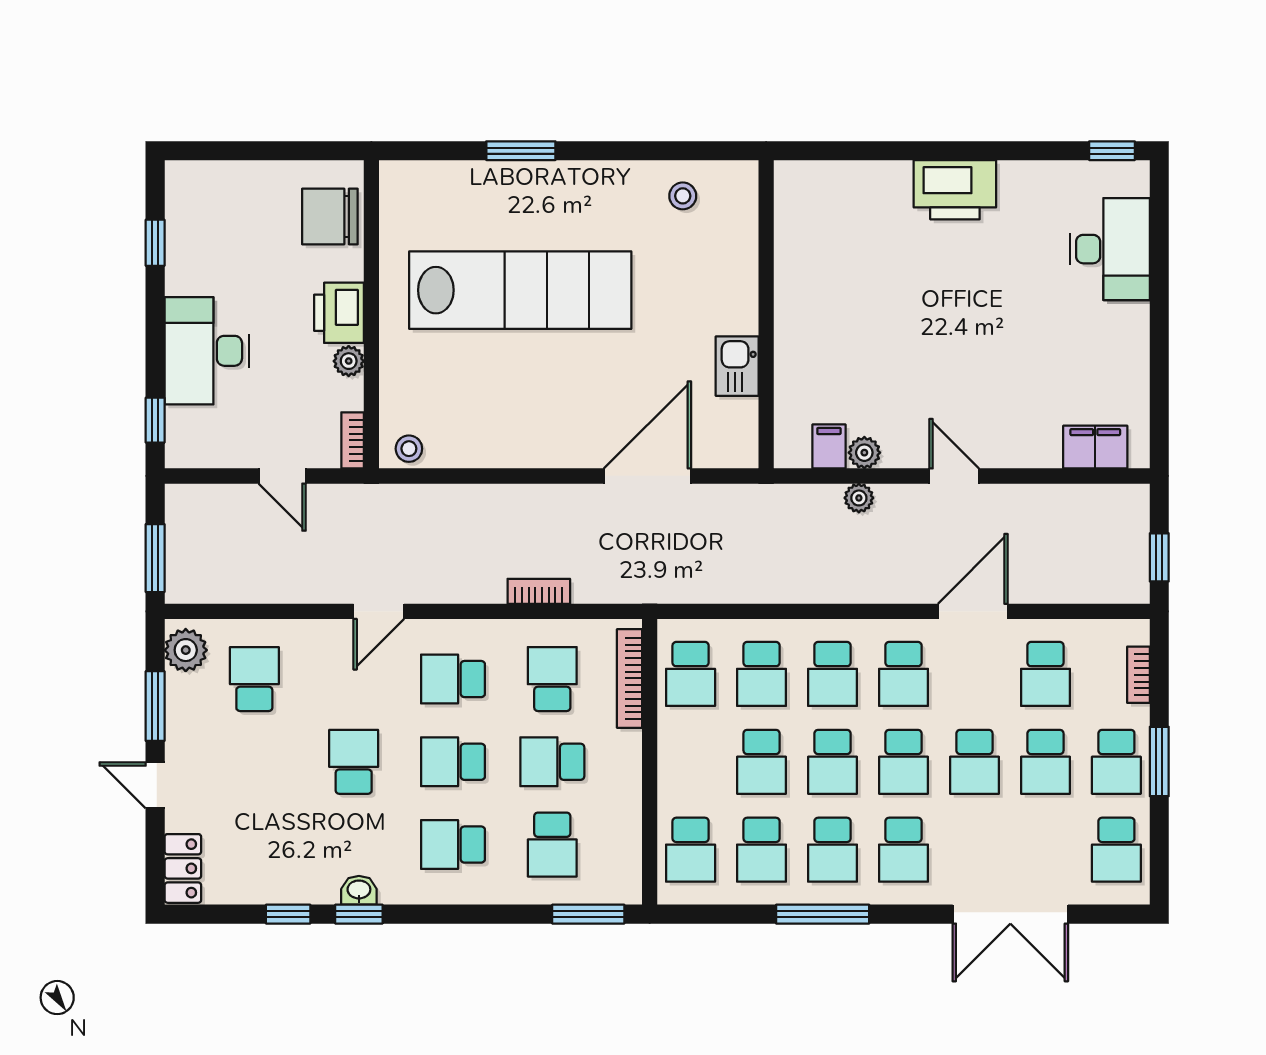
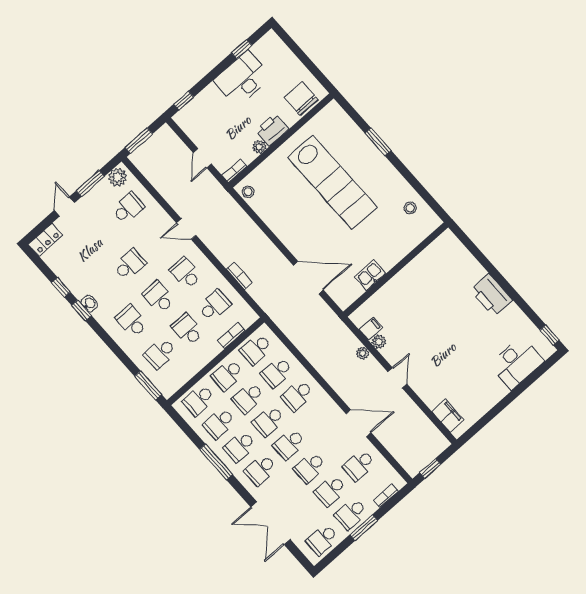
desk: (207, 351) -> (242, 79), moved
school desk: (903, 674) -> (227, 375), moved
bookcase: (630, 678) -> (231, 336), width x0.64

